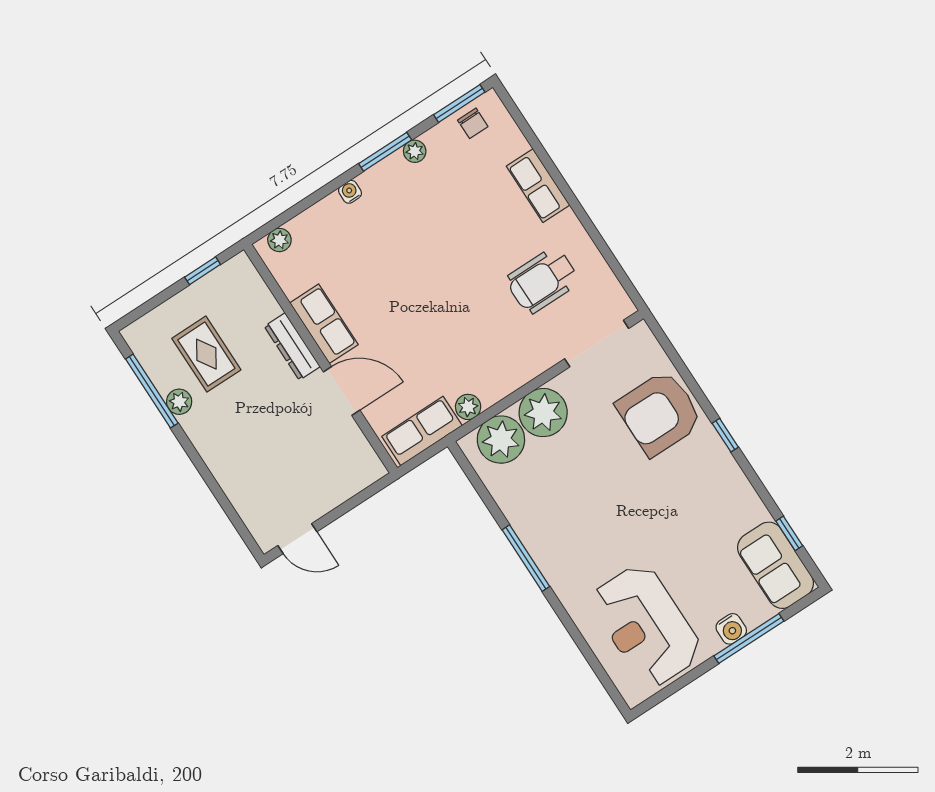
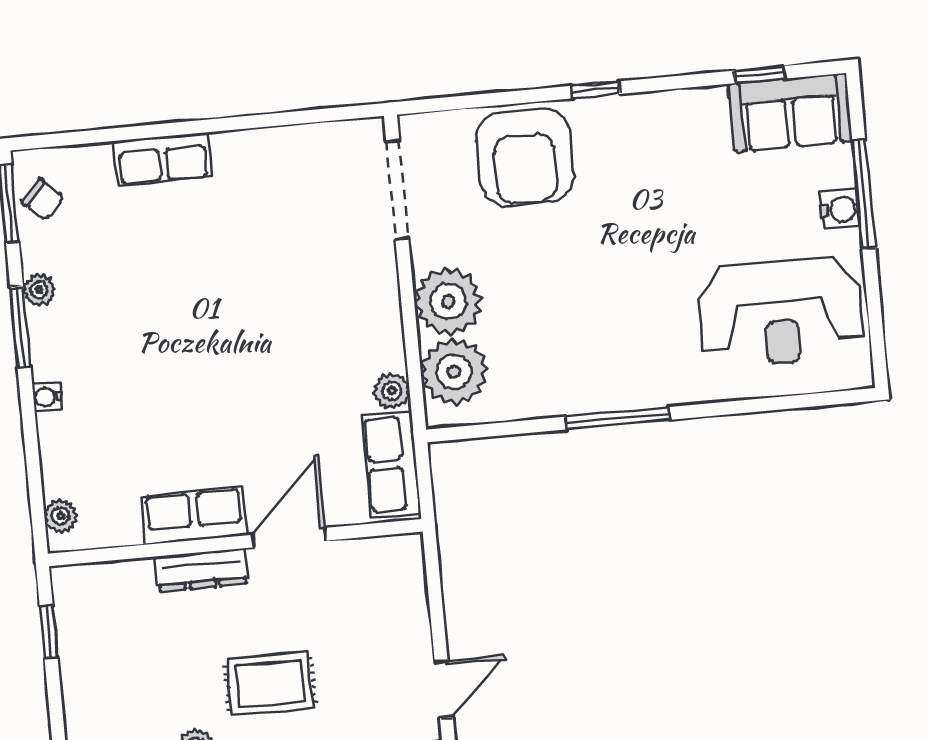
chair: (473, 123) -> (42, 199), turned 43
wheelchair: (542, 280) -> (283, 216), removed
rug: (206, 354) -> (270, 684), moved

